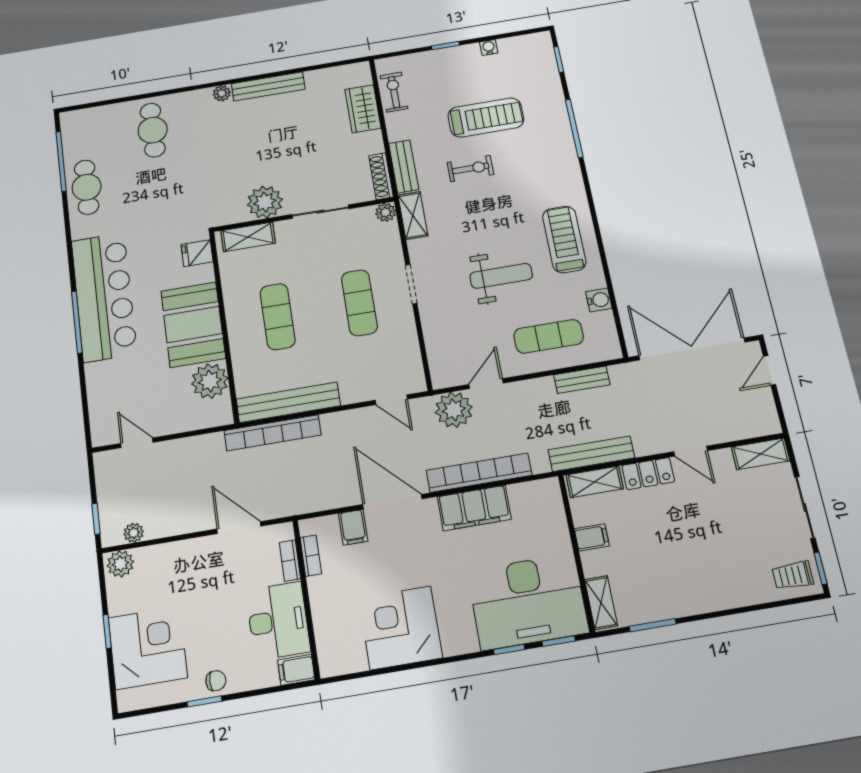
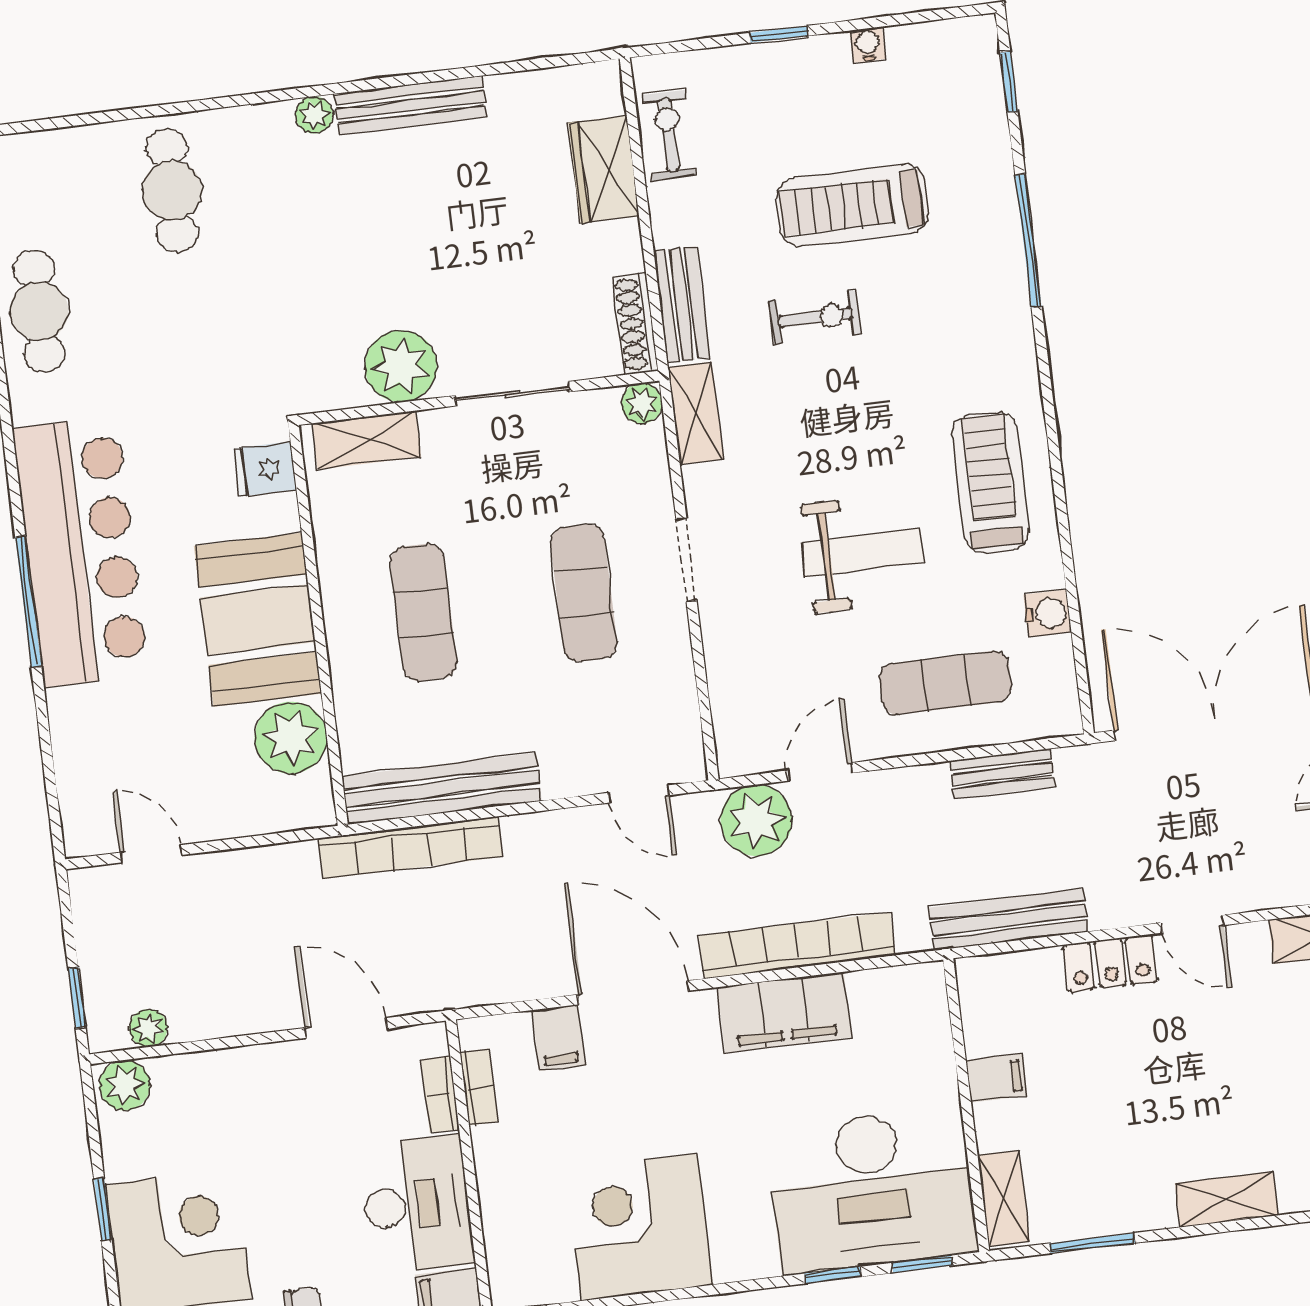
treadmill: (486, 117) -> (853, 205), turned 180
shelving: (595, 482) -> (1227, 1199), moved

